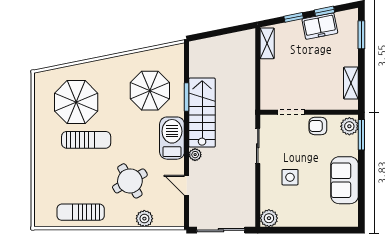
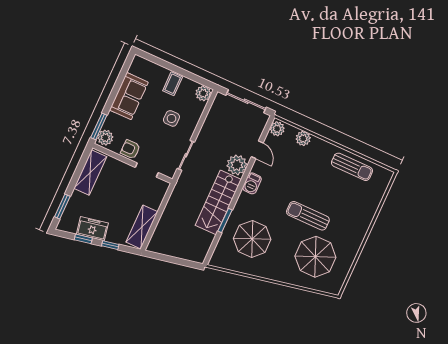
shelving: (267, 43) -> (142, 227), width x1.50, depth x1.33
shelving: (351, 83) -> (90, 173), width x1.50, depth x1.33
armchair: (318, 126) -> (130, 149), turned 180
barbecue: (172, 138) -> (252, 183), width x0.53, depth x0.65
sun lounger: (86, 140) -> (308, 216), moved
plant: (195, 155) -> (237, 165), width x1.88, depth x1.88
round table: (130, 181) -> (301, 174), removed
coffee table: (305, 214) -> (173, 84), added
plant: (176, 216) -> (277, 129), added

